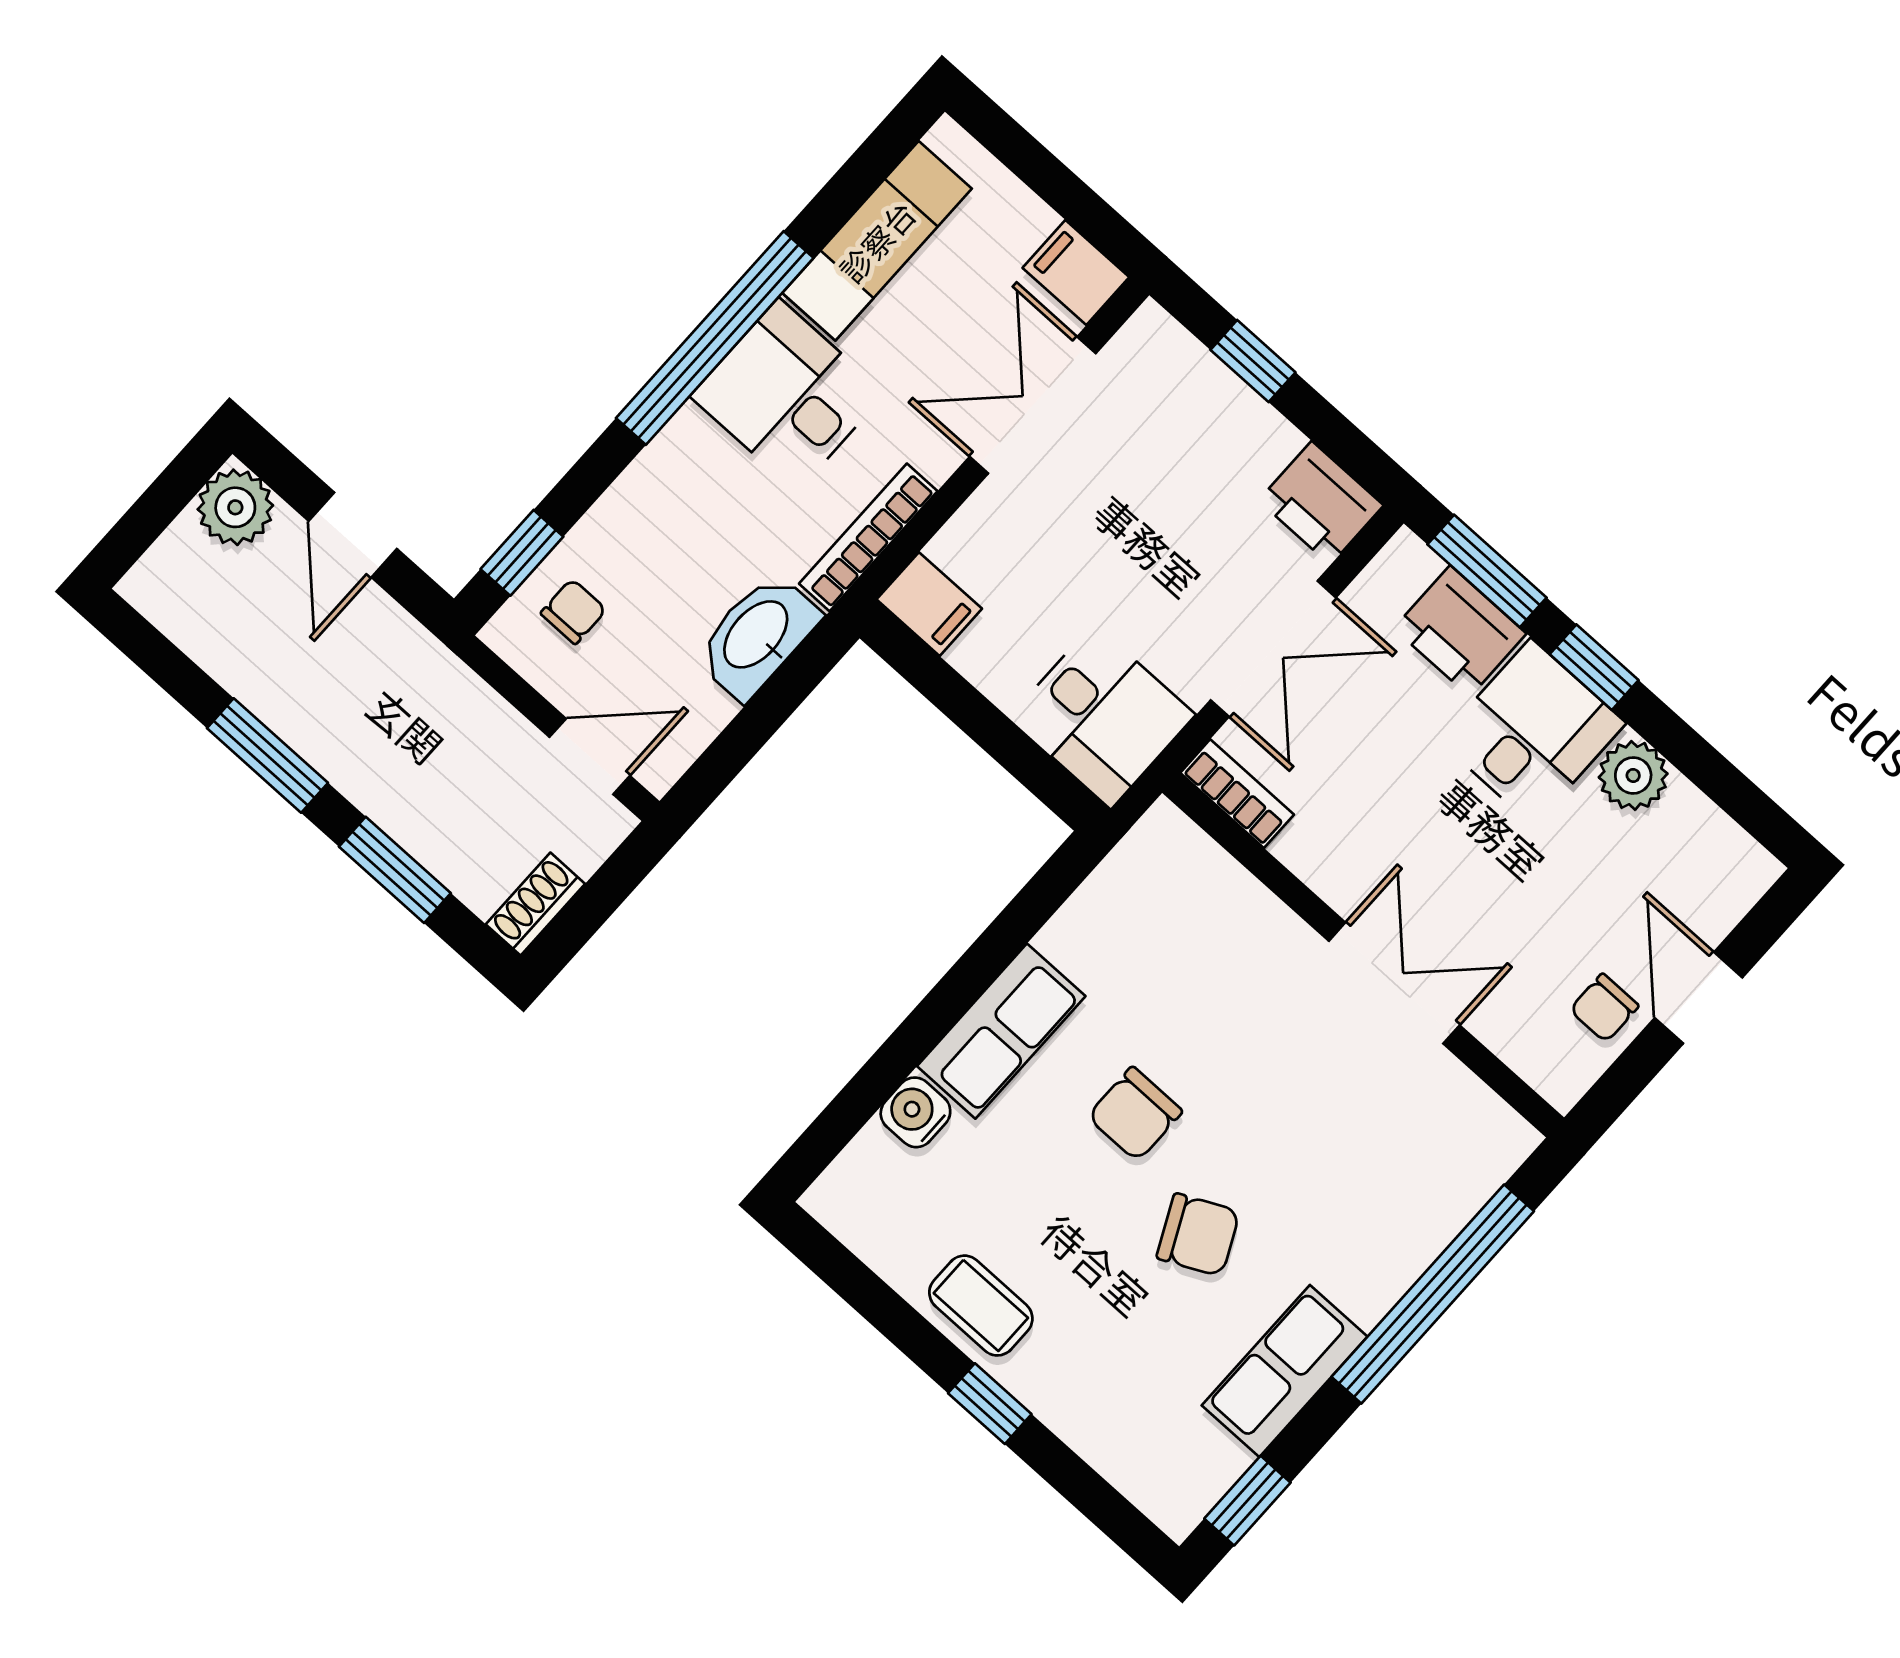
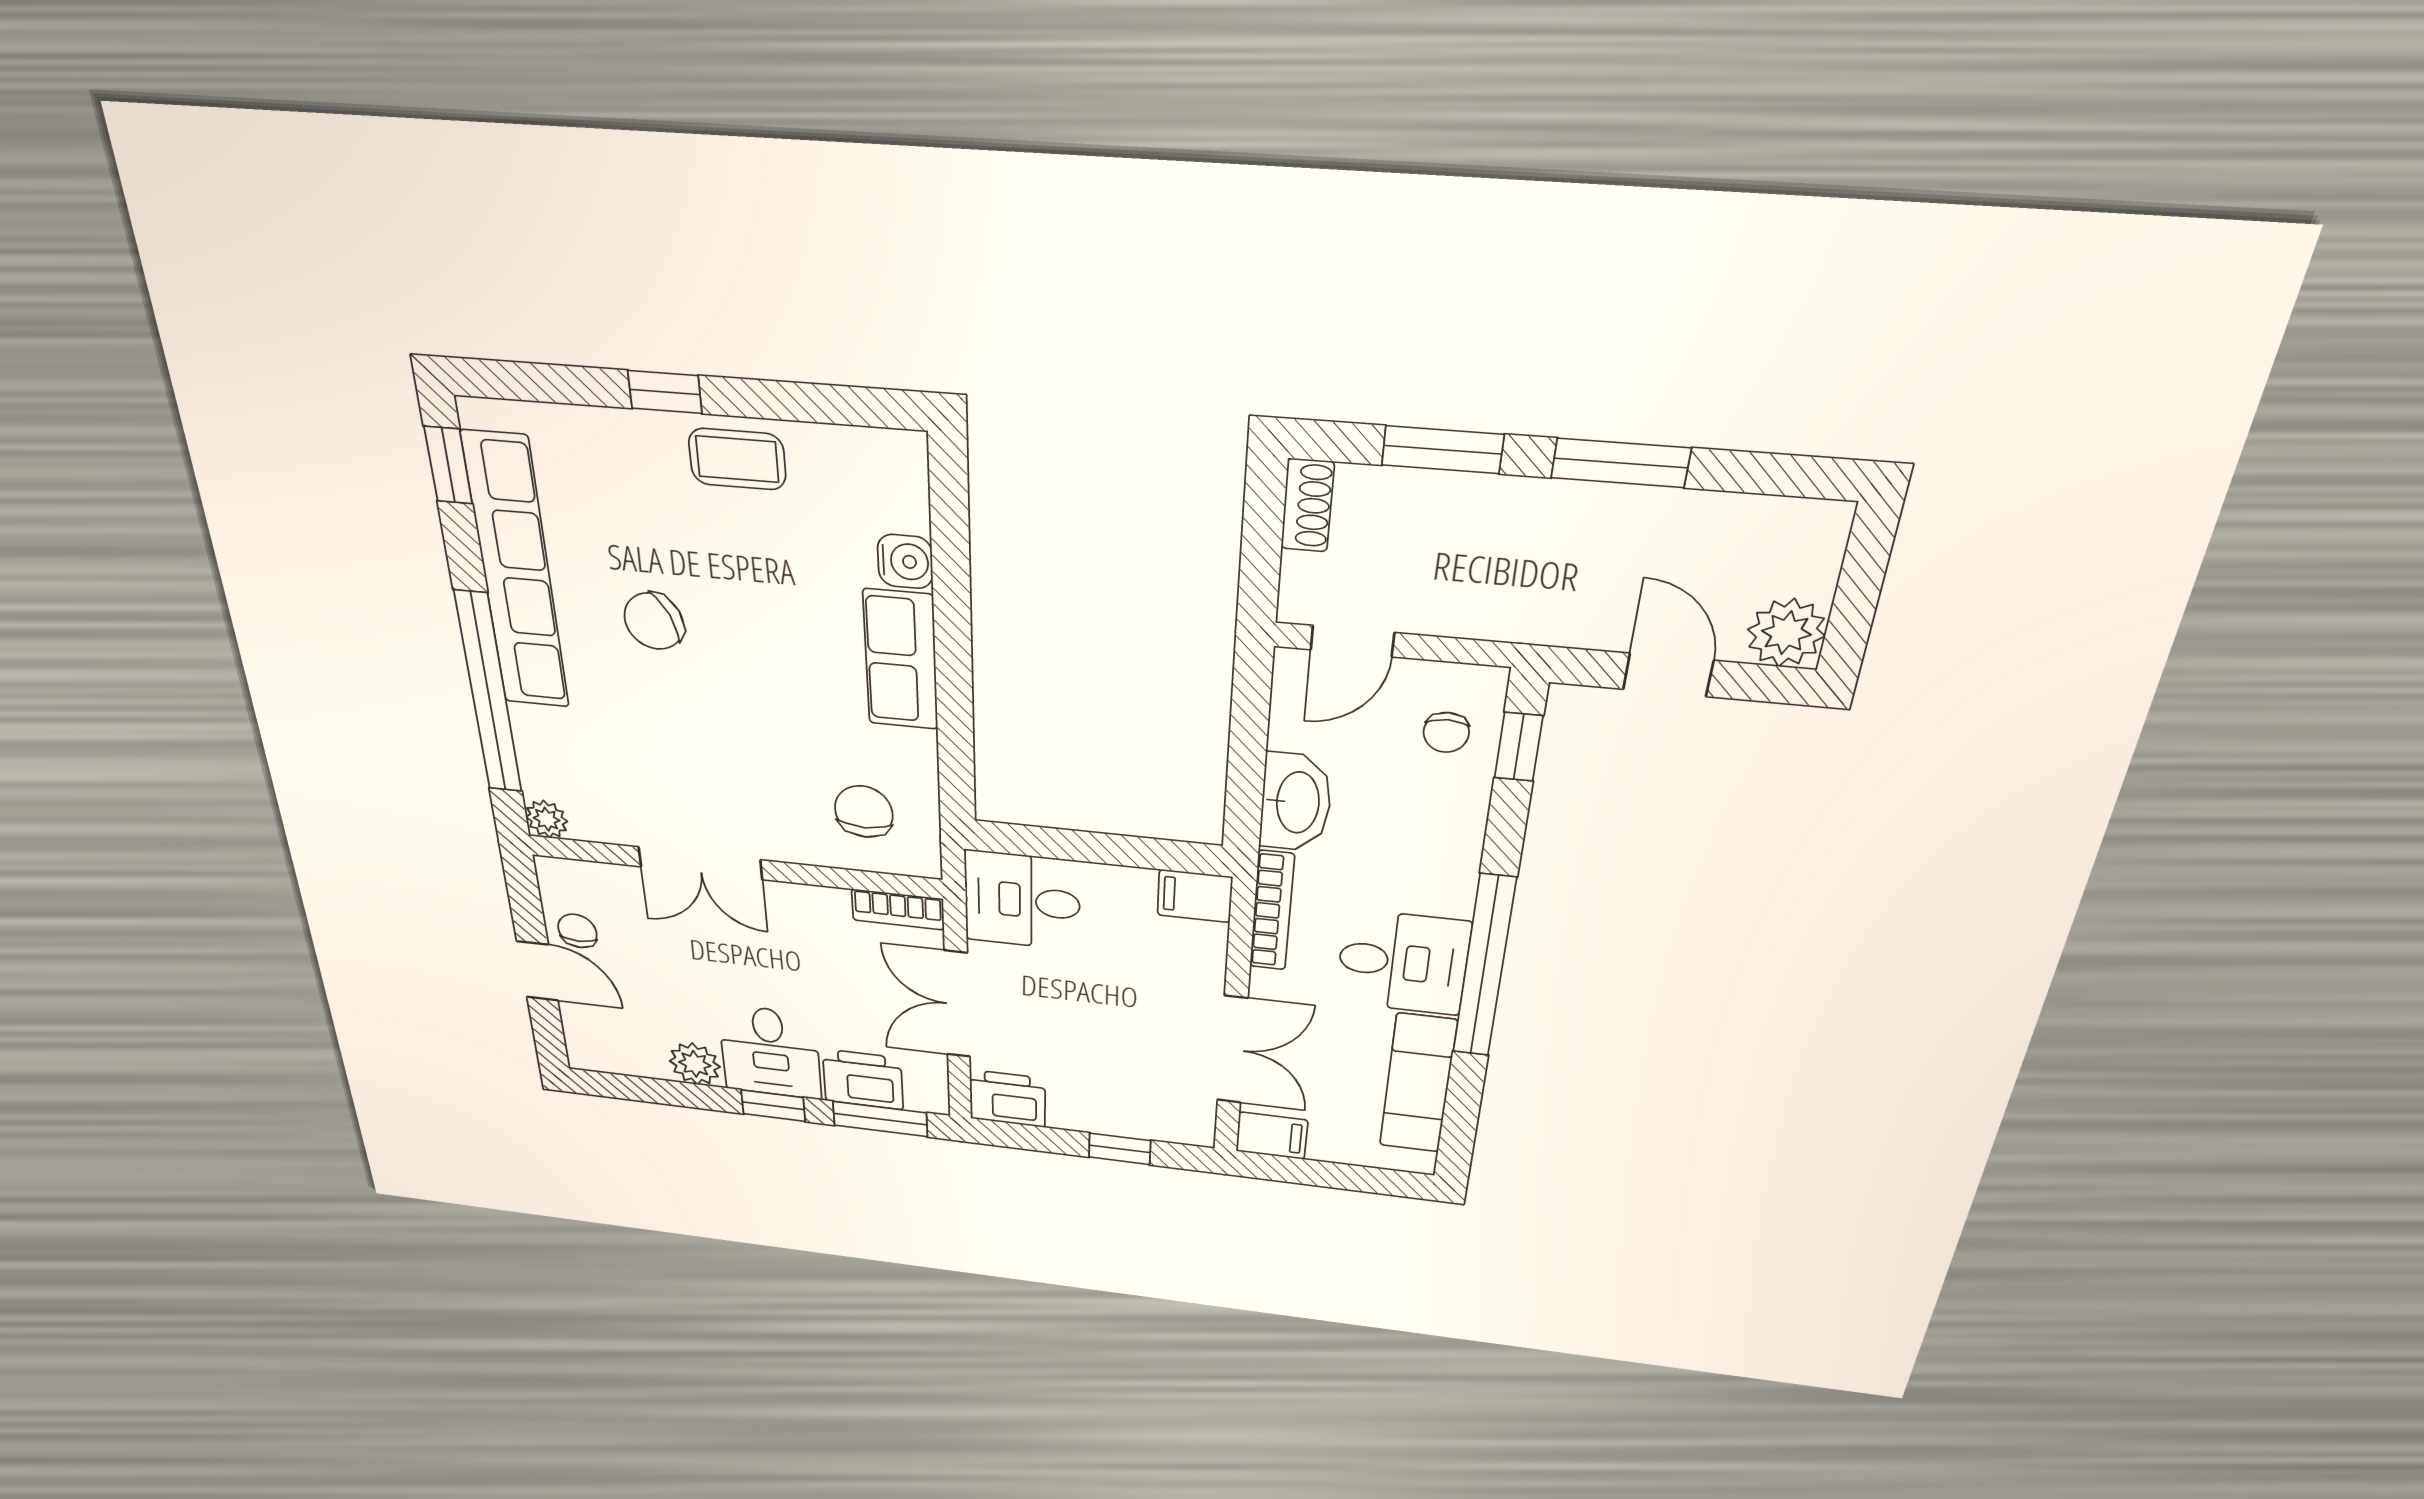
chair: (1135, 1114) -> (864, 812), moved
plant: (1509, 1139) -> (547, 819), added
row of seats: (1285, 1371) -> (516, 573), width x2.02

